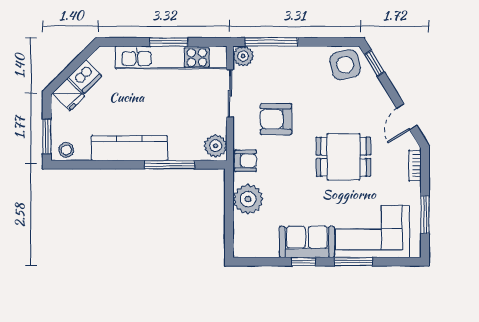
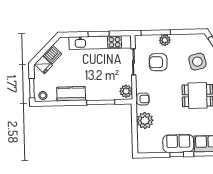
plant: (243, 56) -> (165, 40), moved
side table: (345, 65) -> (197, 62), moved
armchair: (276, 119) -> (158, 62), moved
kitchen counter: (129, 148) -> (71, 94), width x0.67

